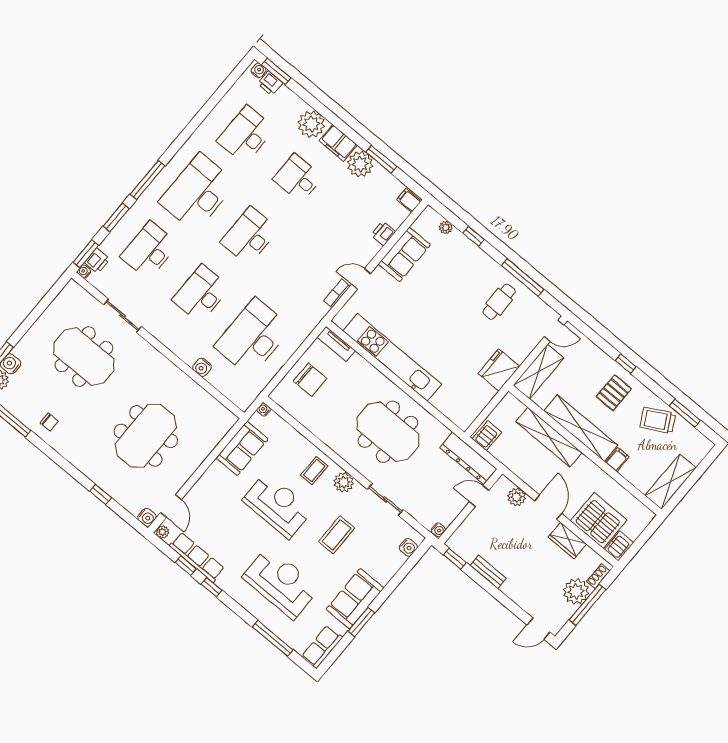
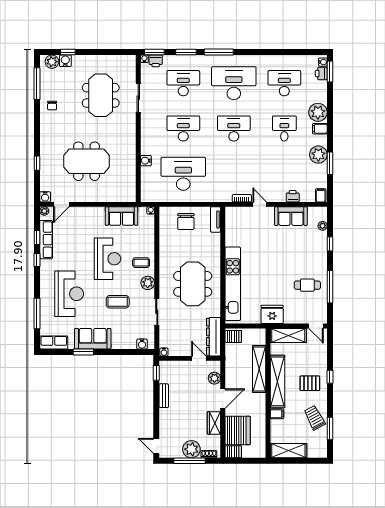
filing cabinet: (338, 143) -> (320, 129), width x0.50
kitchen unit: (392, 357) -> (233, 284), moved

